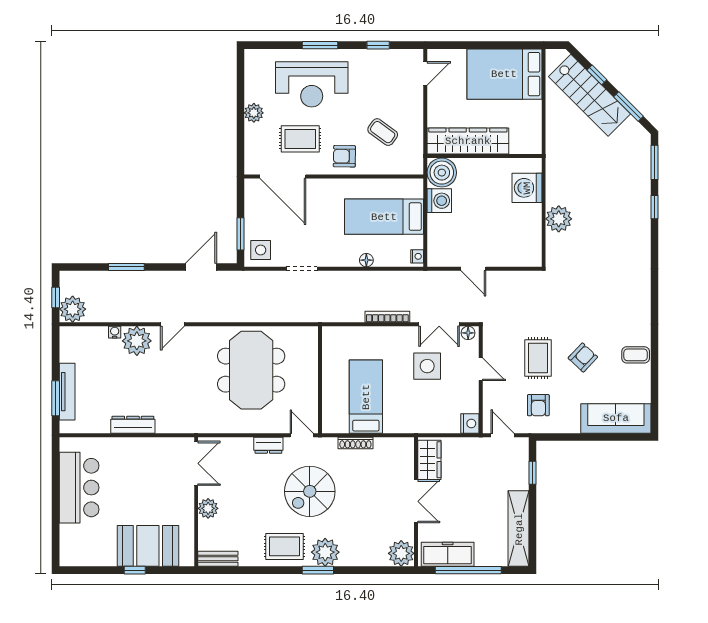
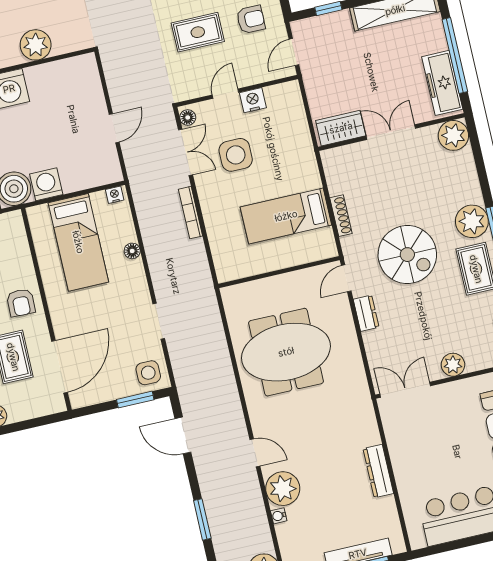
nightstand: (470, 424) -> (253, 100), moved

